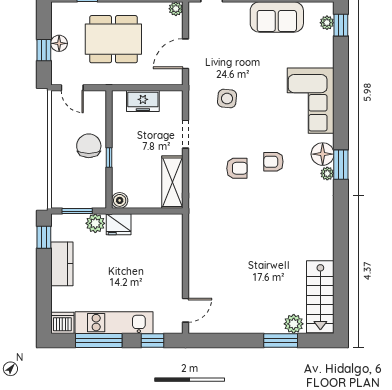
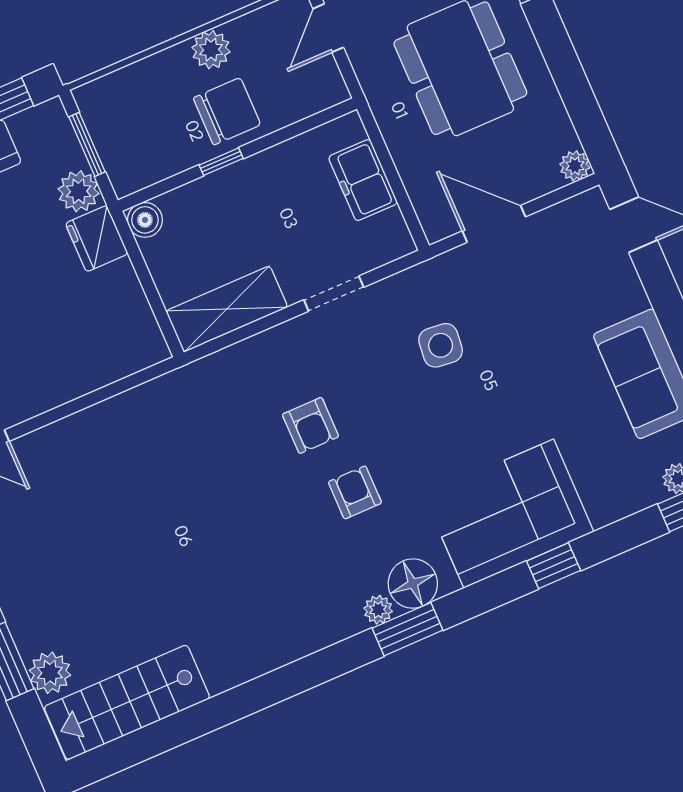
window: (341, 91) -> (554, 566), added
plant: (60, 141) -> (211, 50), added

